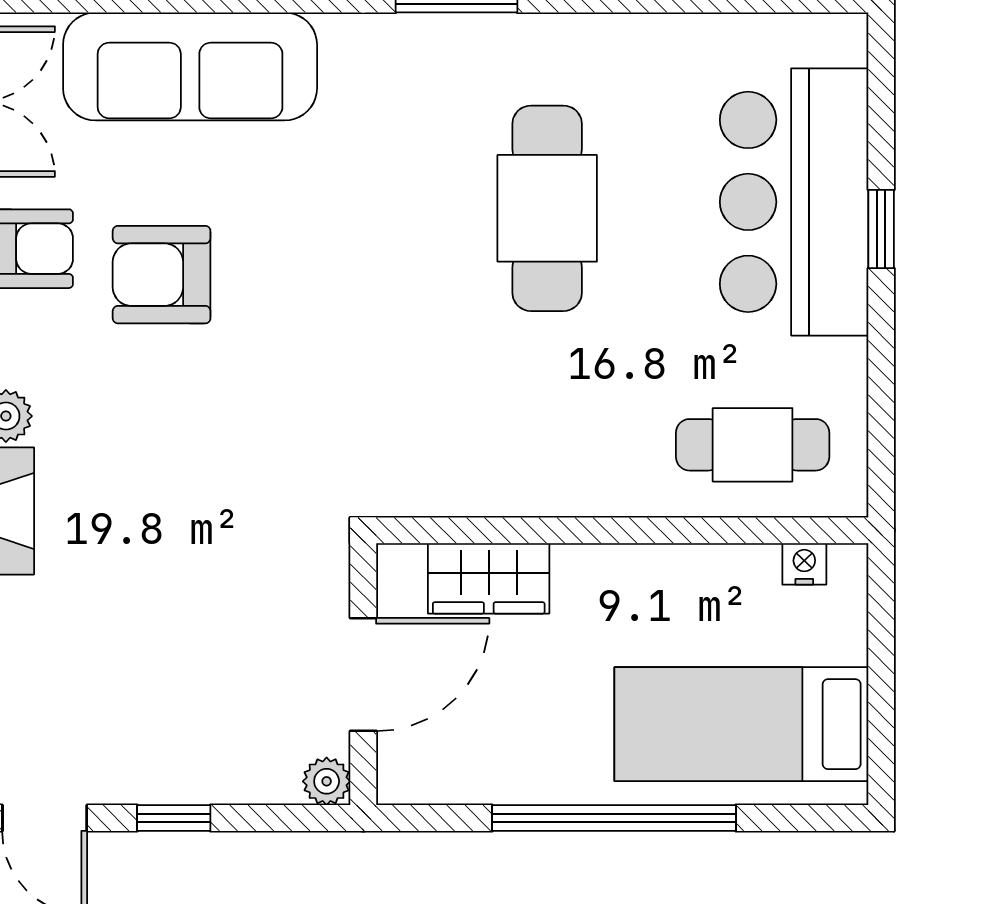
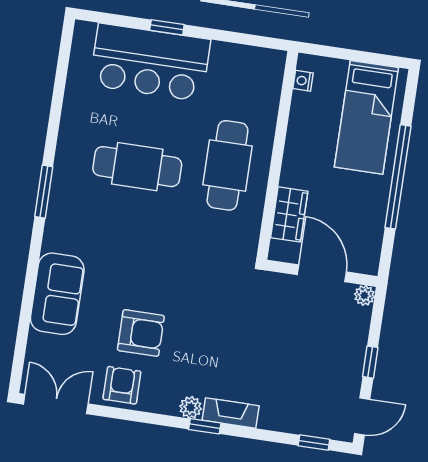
sofa: (190, 66) -> (57, 294), width x0.73
armchair: (162, 275) -> (141, 333), turned -90
cafe table: (753, 445) -> (227, 165), moved, width x1.37, depth x1.35

